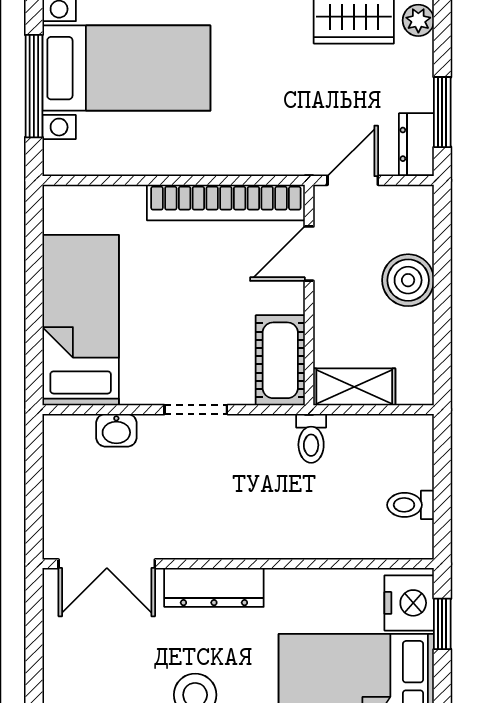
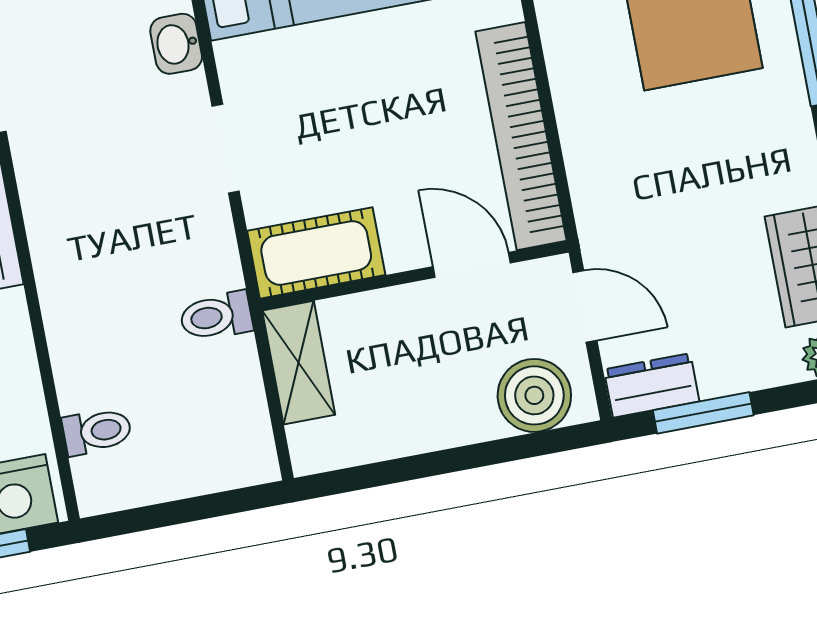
boiler: (408, 280) -> (534, 395), moved
toilet: (411, 505) -> (97, 431), moved, turned 90

